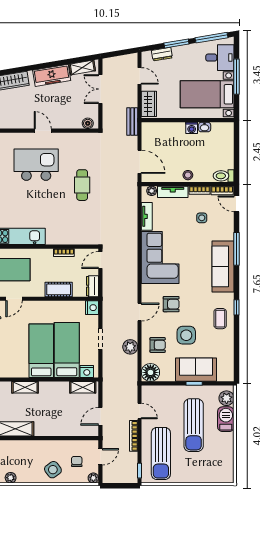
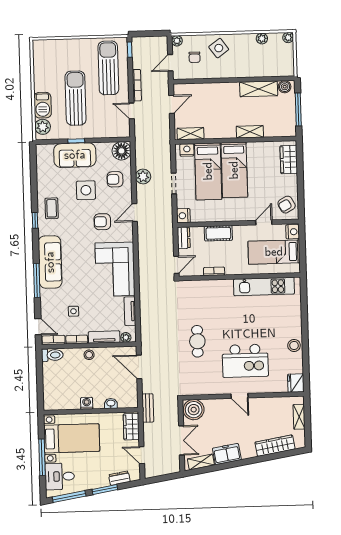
freezer: (52, 75) -> (227, 454), width x0.71
boiler: (88, 123) -> (194, 410), width x1.86, depth x1.86
washbasin: (205, 127) -> (111, 403), moved

